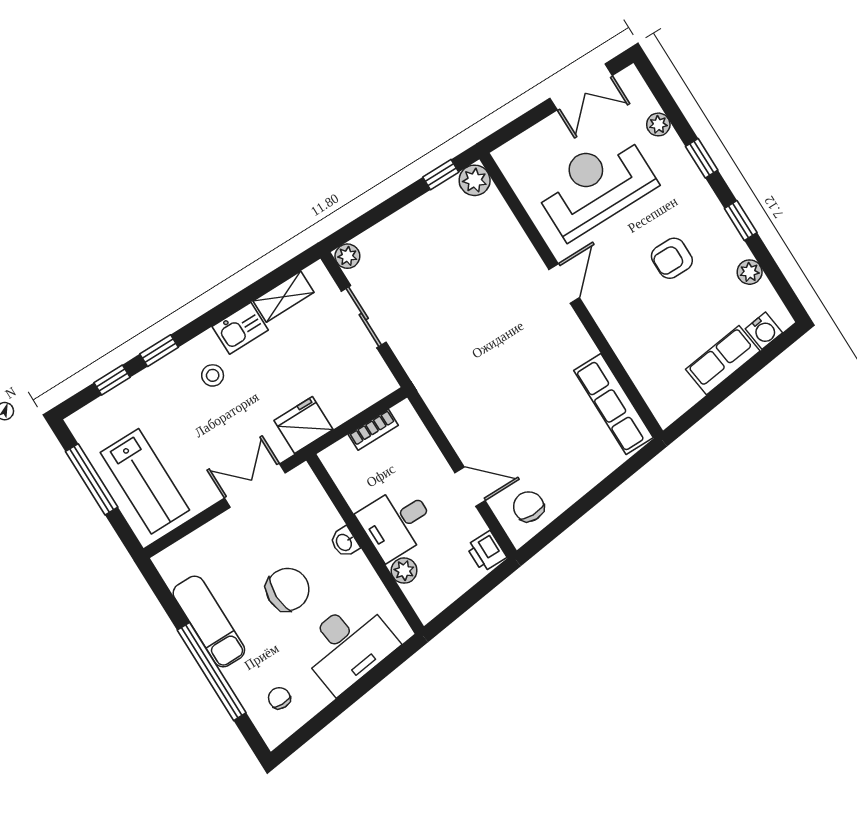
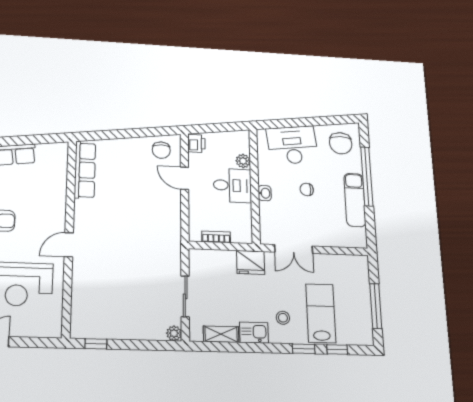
plant: (475, 180) -> (80, 329), removed
lab bench: (145, 481) -> (321, 313), moved
chair: (288, 590) -> (307, 189), width x0.54, depth x0.54
chair: (279, 698) -> (341, 143), width x1.87, depth x1.87

